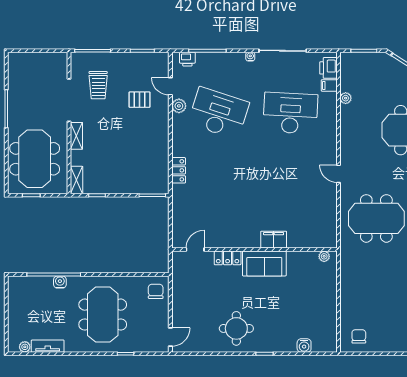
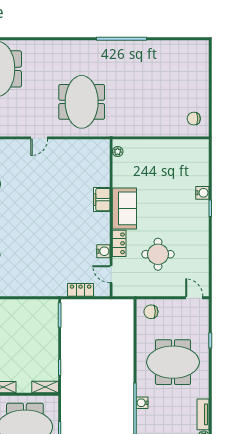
locker: (179, 170) -> (81, 290), moved
water cooler: (219, 241) -> (103, 251), added
round table: (236, 328) -> (158, 254), moved
water cooler: (304, 346) -> (202, 193), moved

